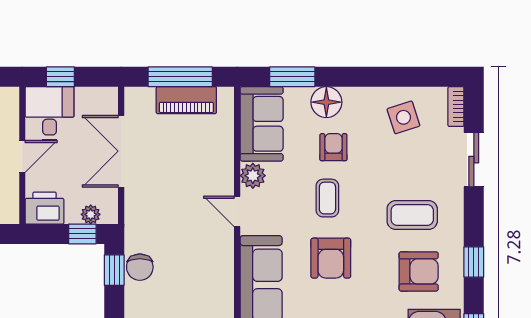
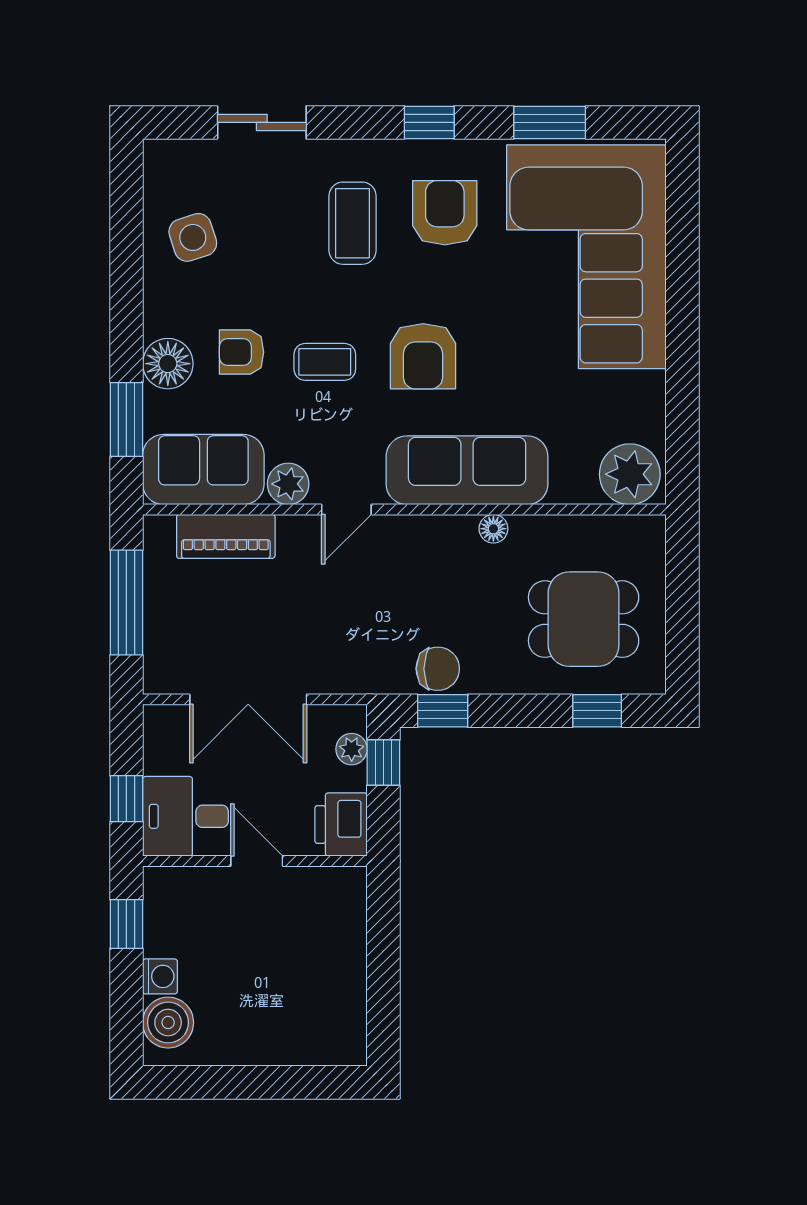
piano: (186, 100) -> (226, 536), moved, turned 90
bookcase: (456, 107) -> (175, 152), removed
armchair: (331, 258) -> (423, 356), turned 90
floor lamp: (225, 301) -> (493, 529), added

